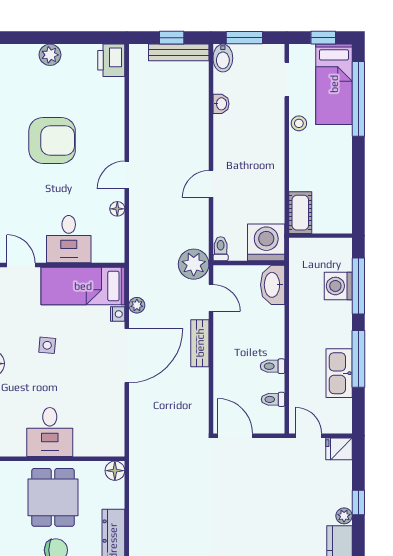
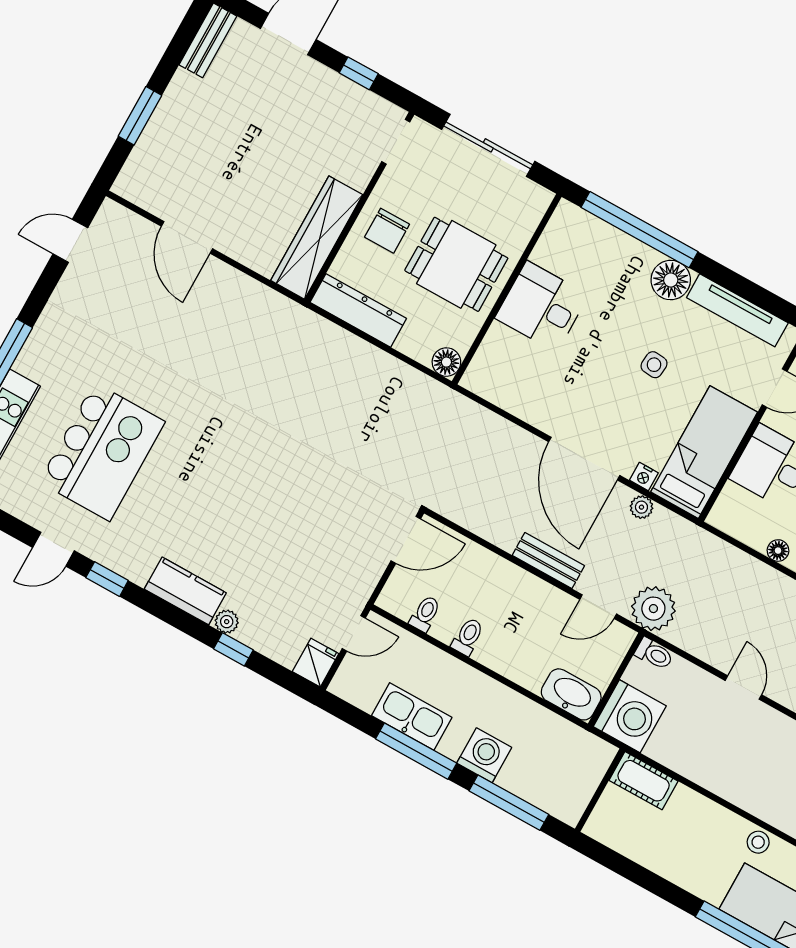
washing machine: (338, 286) -> (484, 755), moved

